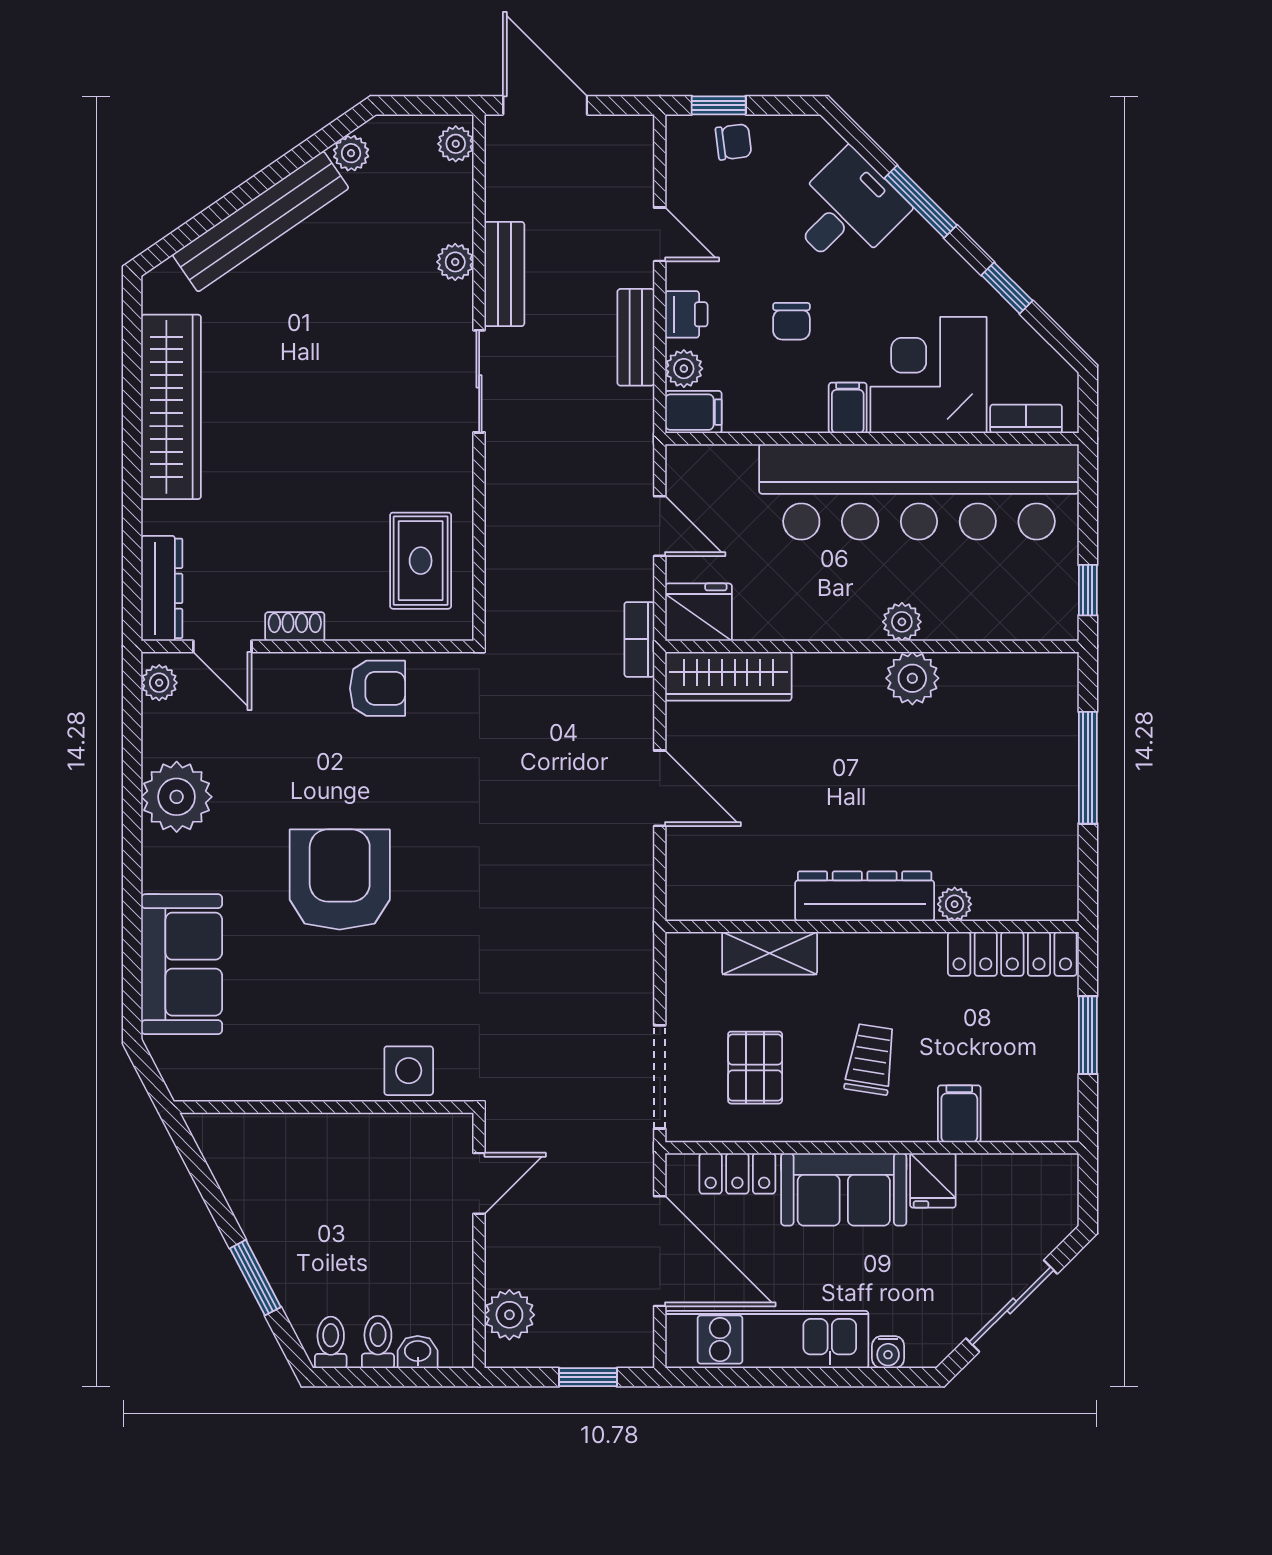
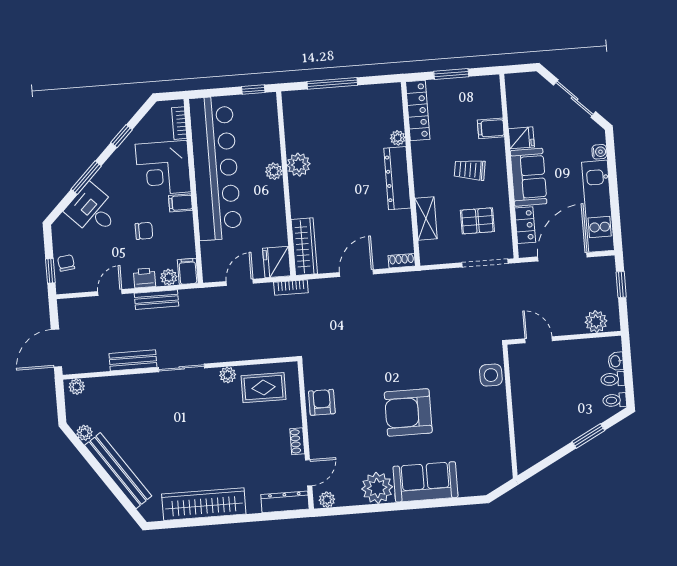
plant: (455, 262) -> (228, 375), moved
shoe rack: (679, 891) -> (402, 261), added
sofa: (182, 964) -> (425, 482), moved

